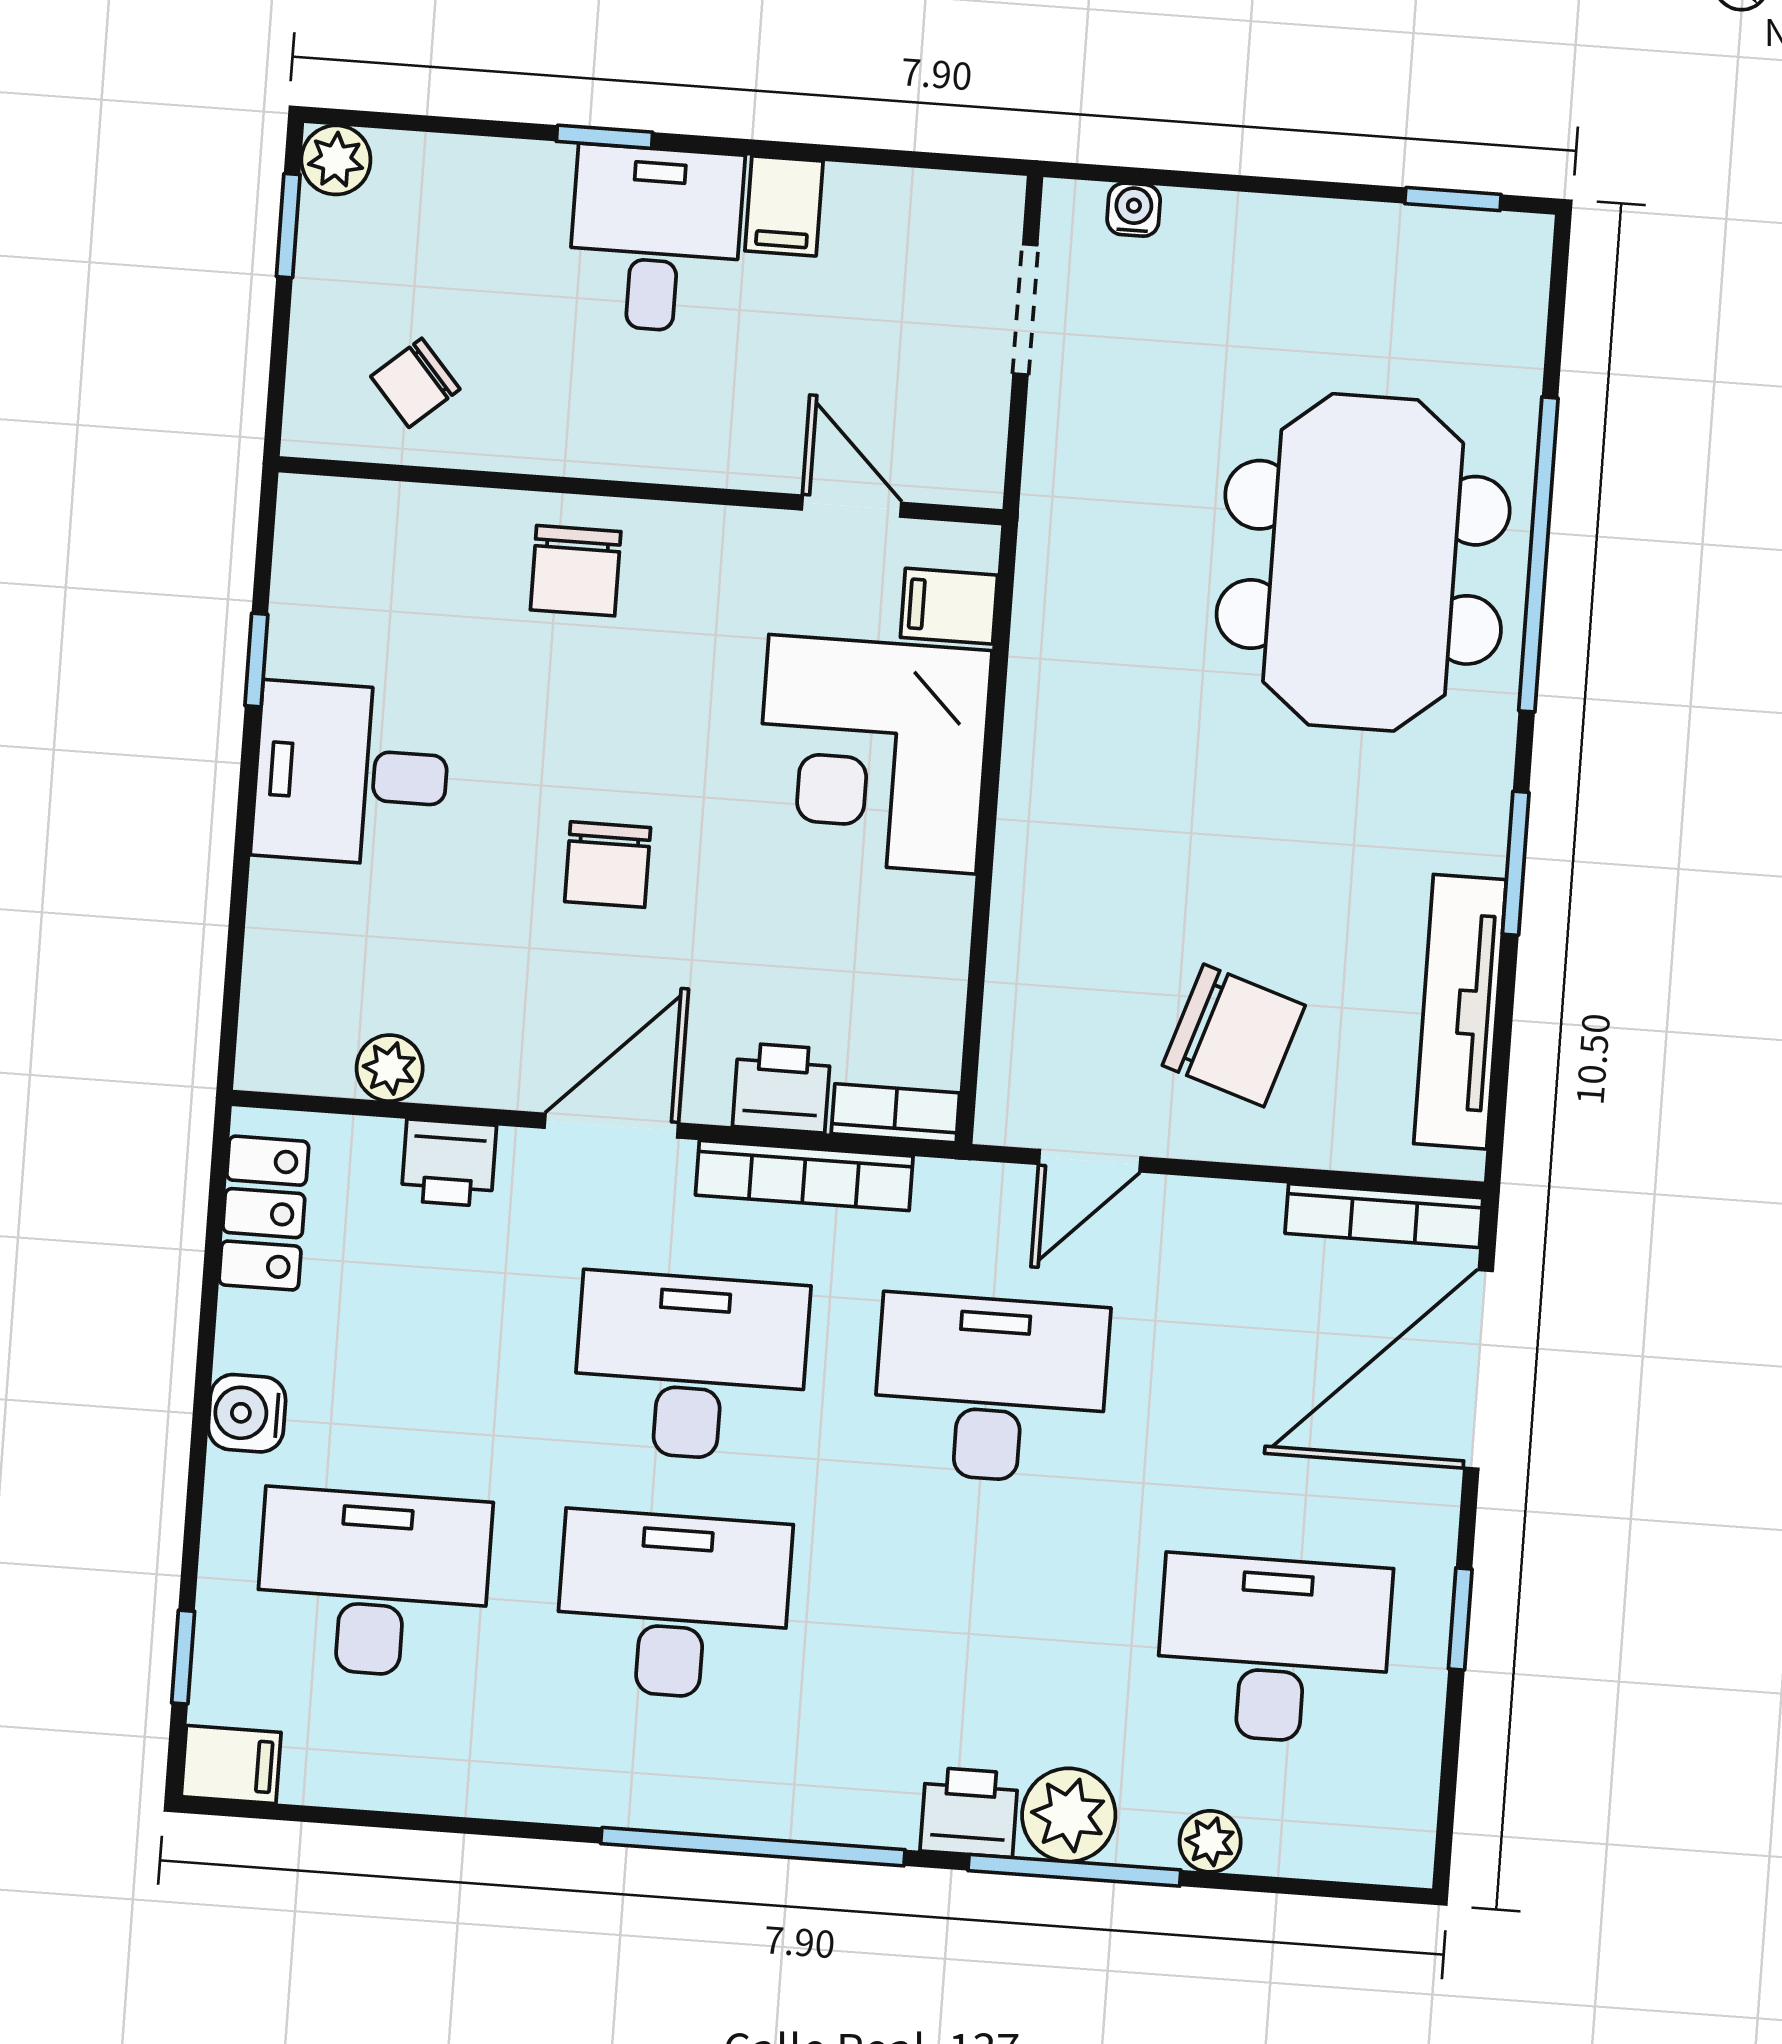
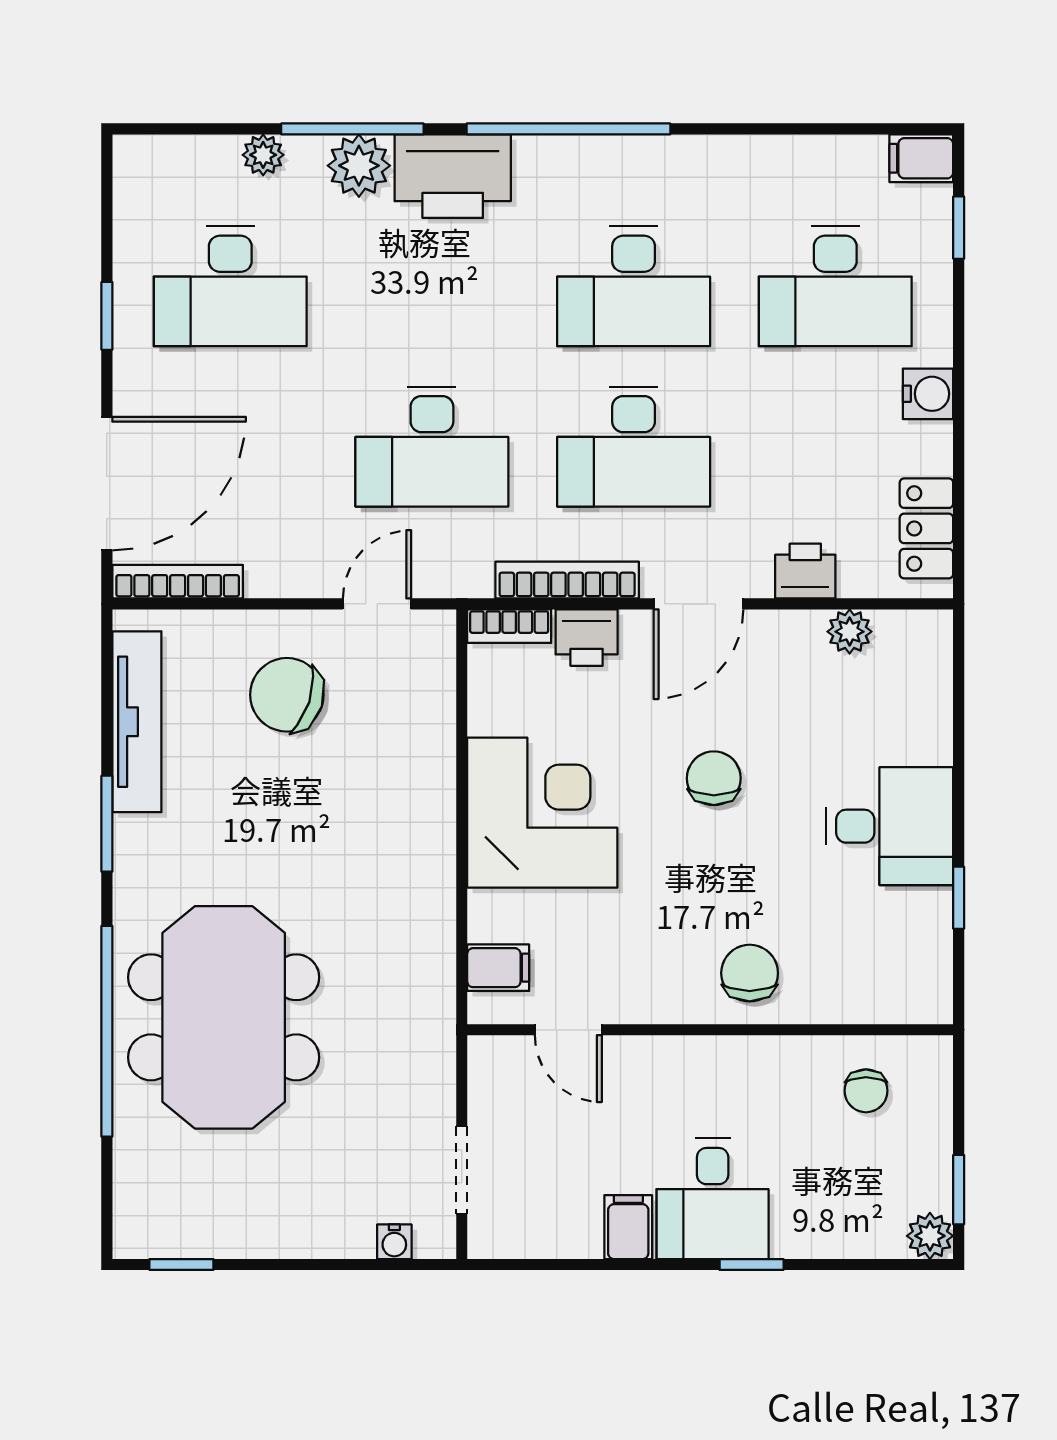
chair: (415, 383) -> (866, 1091), turned 131
corner desk: (872, 754) -> (542, 813), moved
printer: (969, 1812) -> (453, 176), width x1.87, depth x1.48

